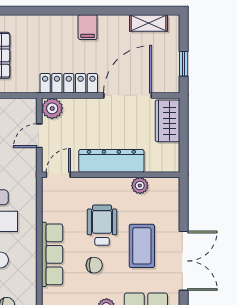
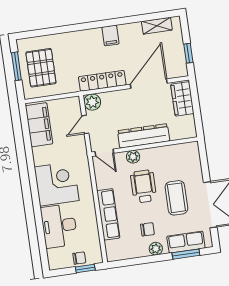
door: (58, 175) -> (104, 152), swing flipped
plant: (140, 186) -> (133, 157), moved
chair: (94, 265) -> (147, 229), moved

